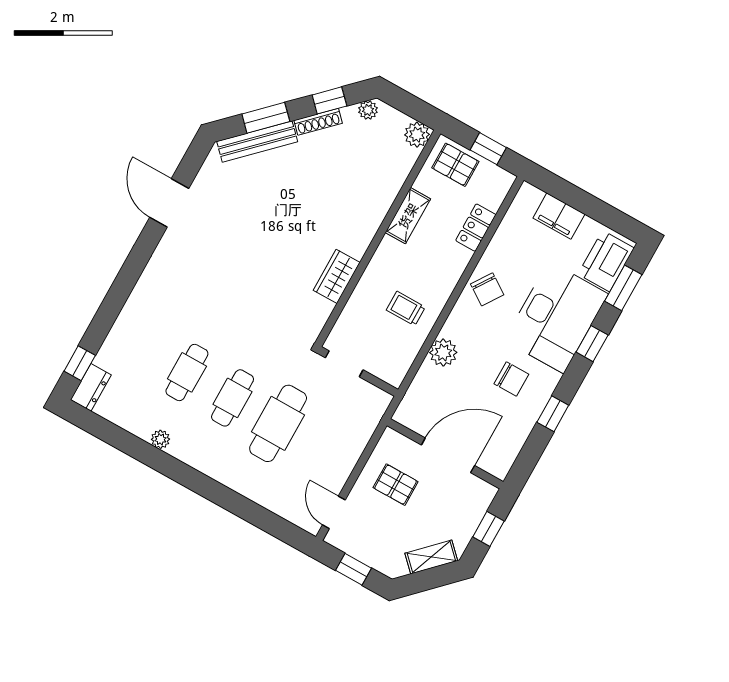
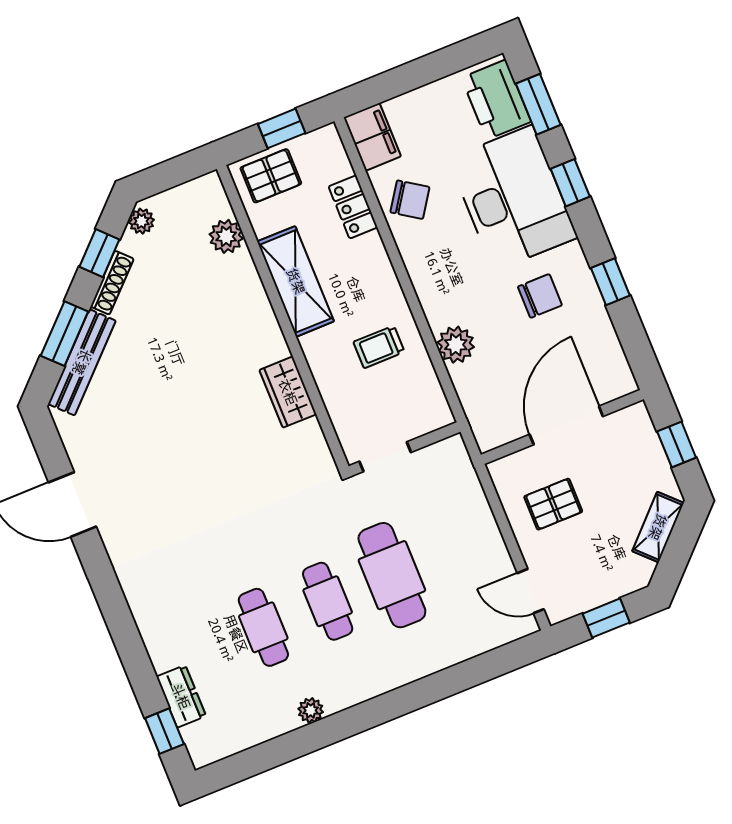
plant: (417, 135) -> (226, 236), moved
shelving: (408, 216) -> (296, 281), width x1.50, depth x1.33
filing cabinet: (559, 216) -> (372, 137), moved, turned -90
chair: (487, 289) -> (410, 200), moved
dresser: (91, 387) -> (181, 696), moved

